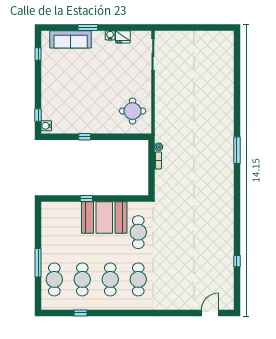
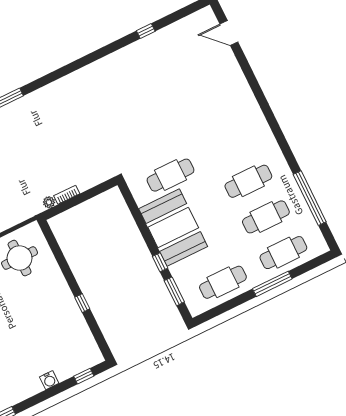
water cooler: (46, 126) -> (49, 380), moved
window: (64, 199) -> (174, 291), added
cafe table: (138, 279) -> (223, 282), moved
window: (81, 313) -> (310, 198), width x3.17

